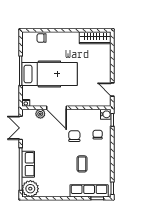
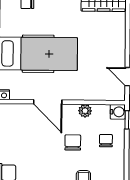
plant: (40, 114) -> (85, 111), moved

